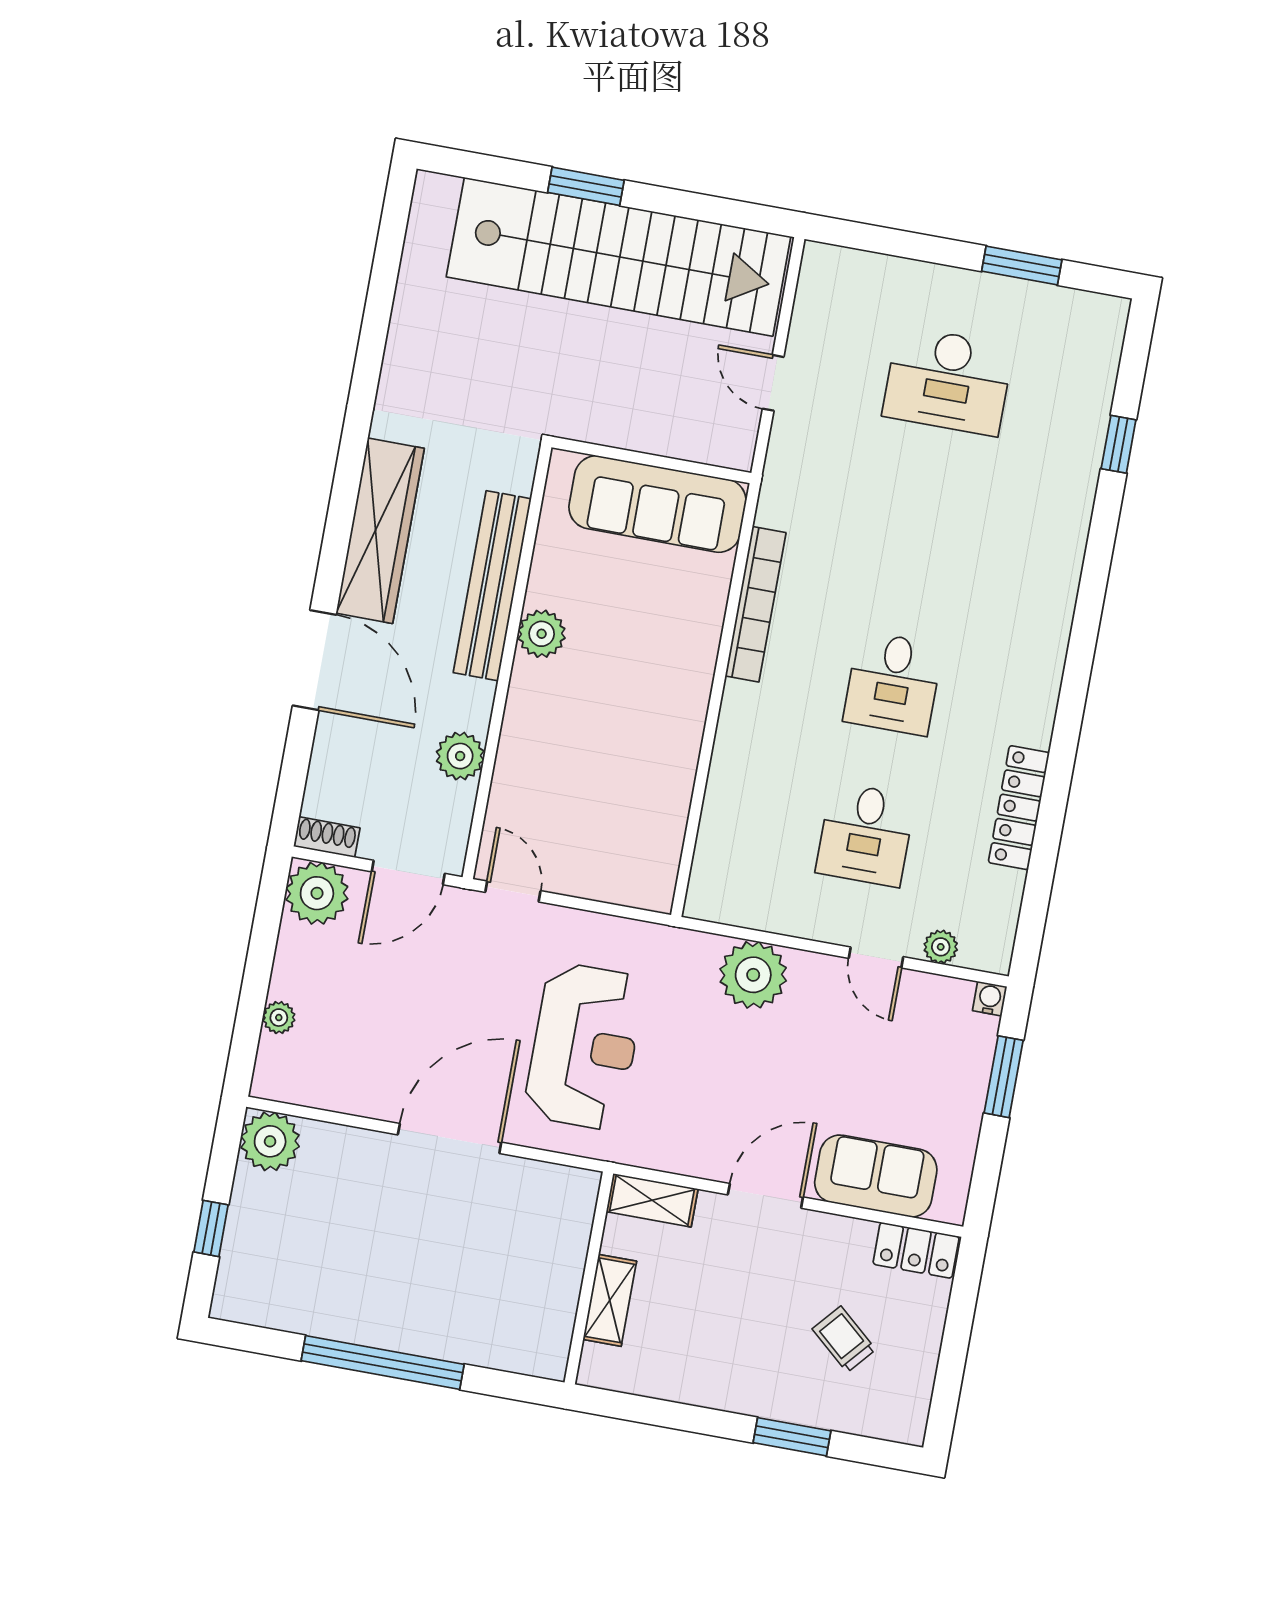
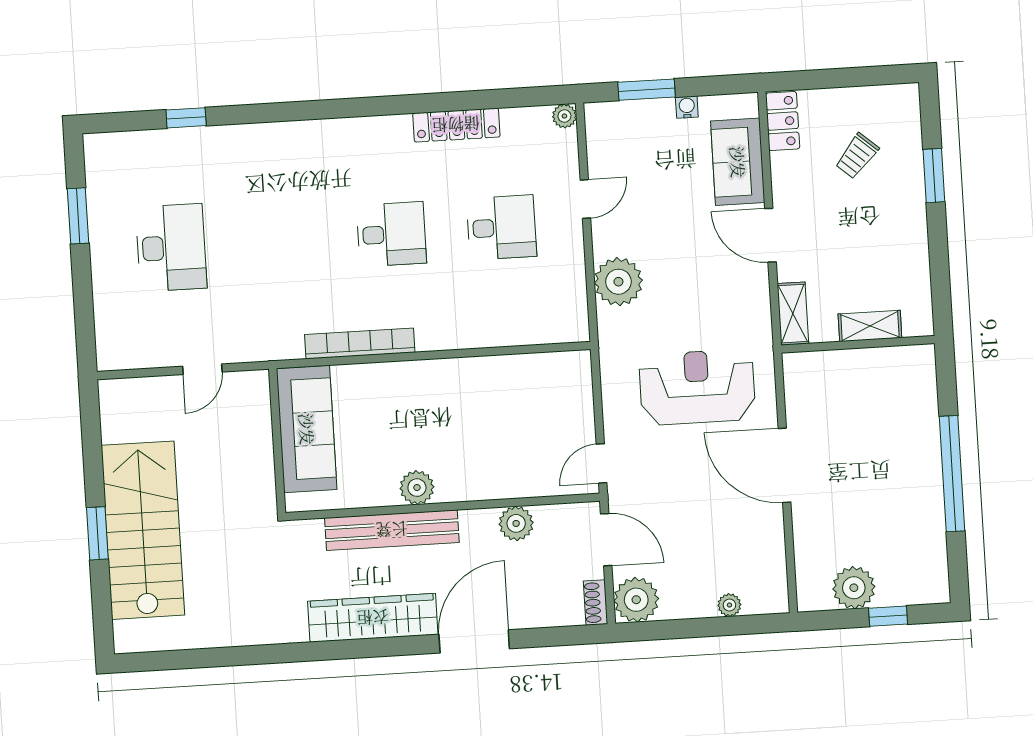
stairs: (619, 257) -> (143, 530), width x0.73
plant: (941, 947) -> (564, 116), moved
water cooler: (990, 999) -> (687, 107), moved, turned 90
plant: (270, 1141) -> (854, 588), moved

